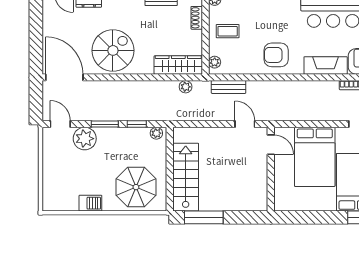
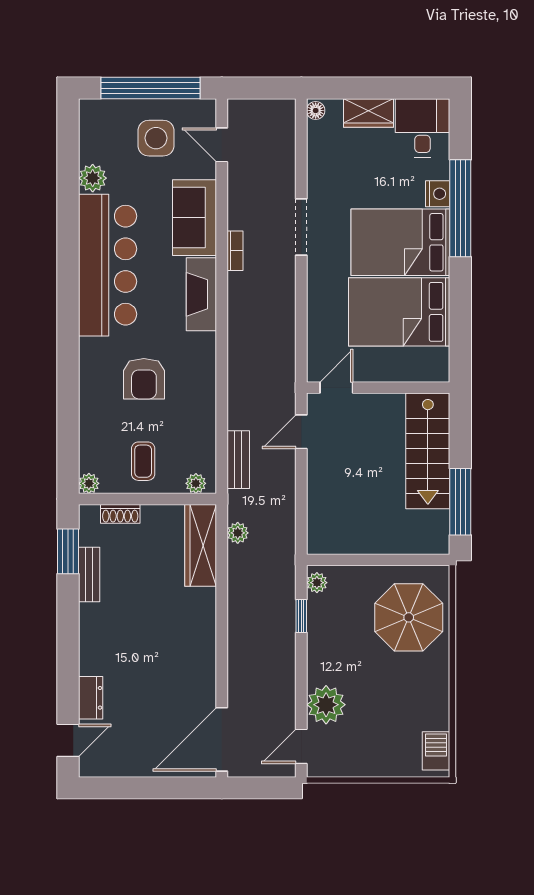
spiral stairs: (113, 50) -> (176, 657), removed
armchair: (276, 55) -> (144, 379), moved
window: (105, 124) -> (301, 671), removed
bed: (315, 157) -> (399, 312), moved, turned 180
stairs: (186, 177) -> (428, 451), moved, turned -90
barbecue: (90, 203) -> (436, 751), moved

